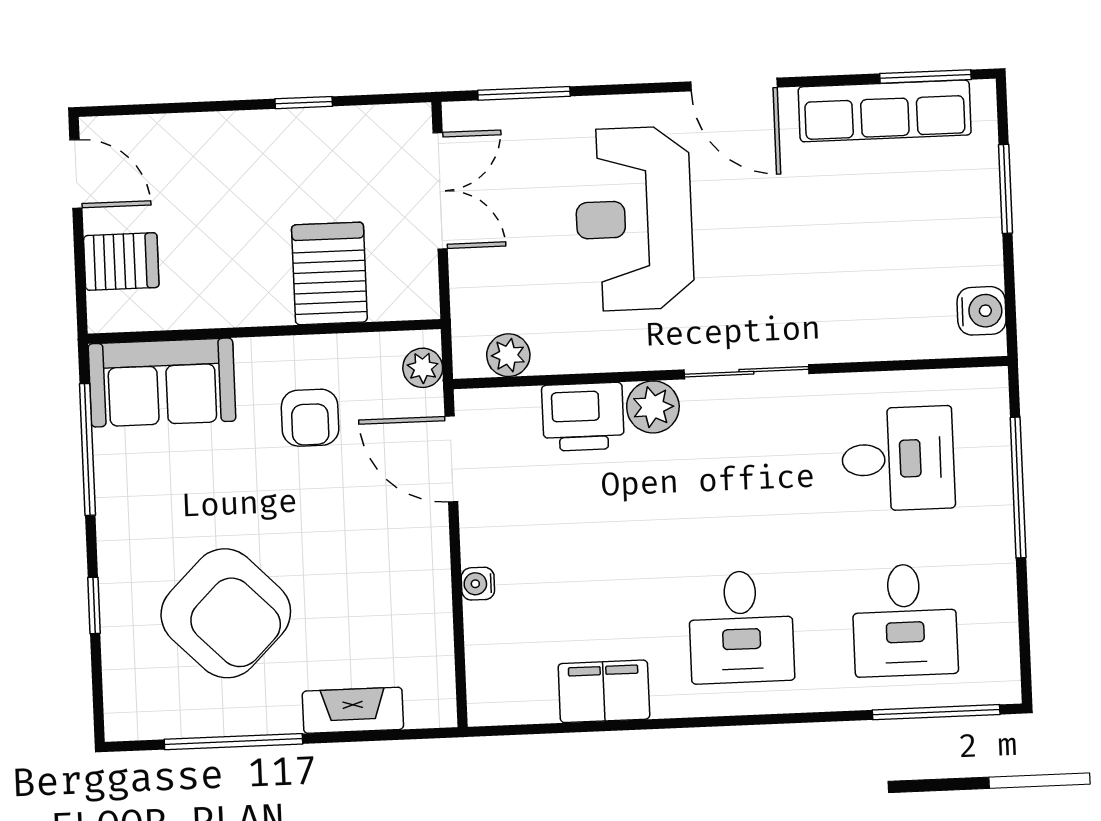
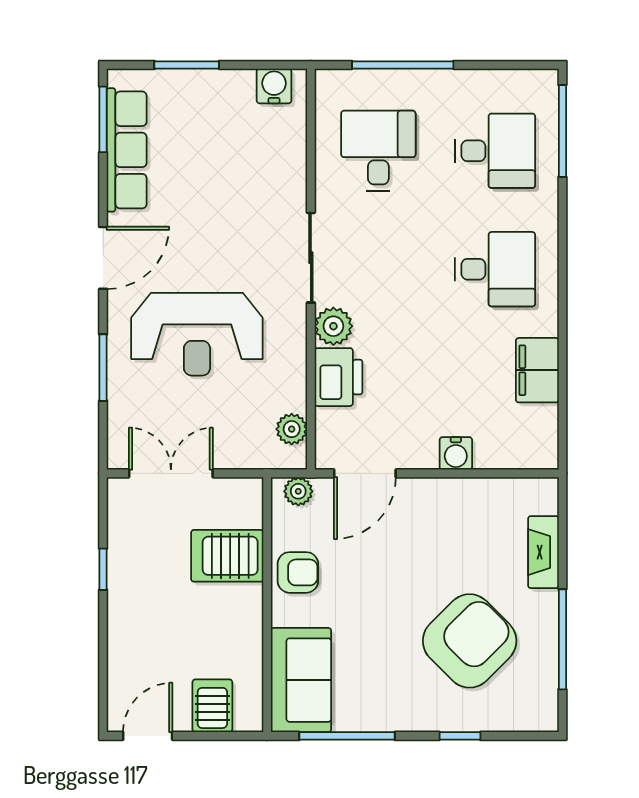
window: (524, 93) -> (103, 368), moved
armchair: (310, 418) -> (298, 572), moved
water cooler: (478, 584) -> (456, 453), width x1.38, depth x1.38

